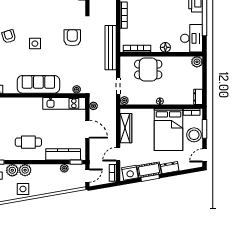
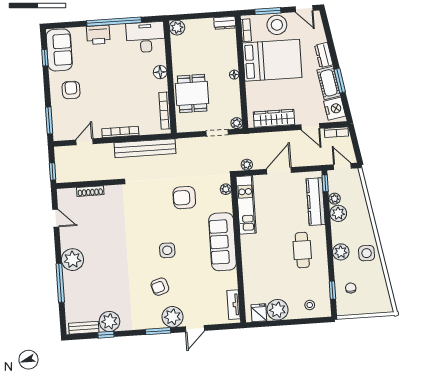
armchair: (72, 38) -> (184, 198), moved
bench: (111, 48) -> (145, 148), moved
plant: (12, 170) -> (338, 213), moved

